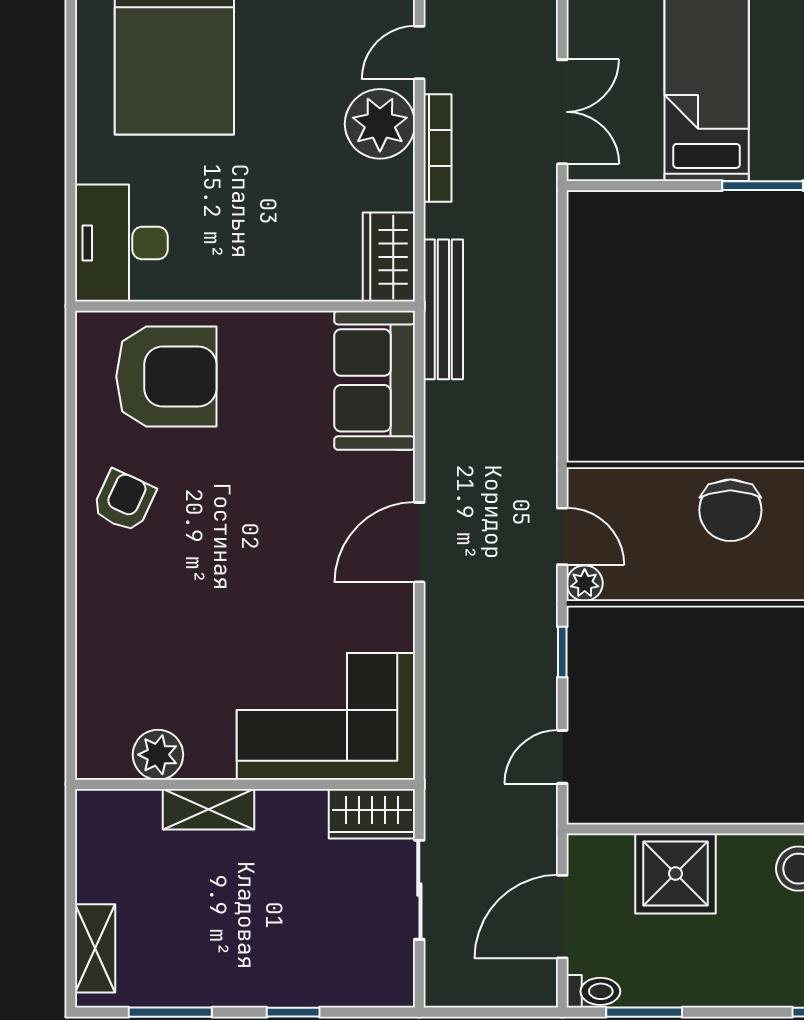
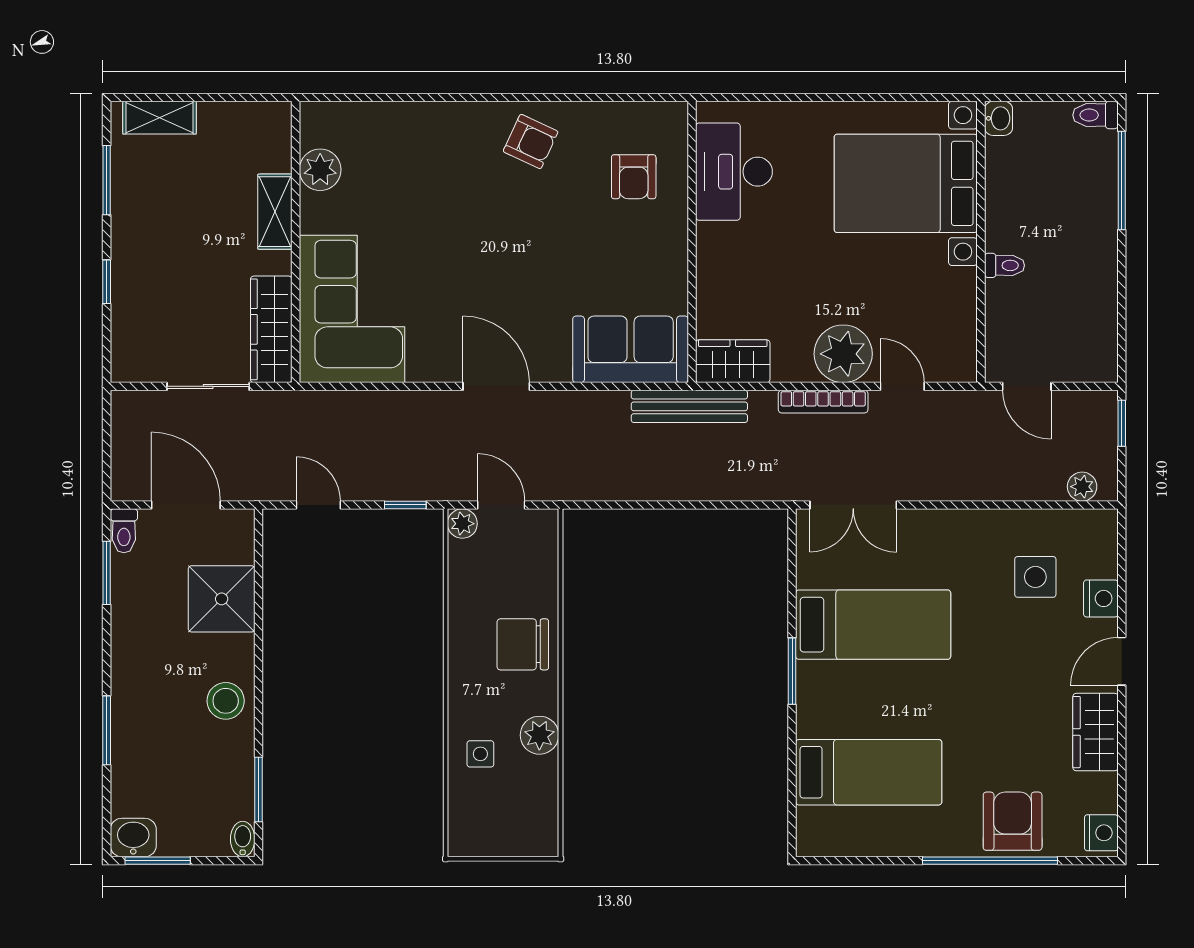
desk: (121, 243) -> (734, 172), moved, turned -90
armchair: (166, 377) -> (634, 177), width x0.53, depth x0.53
door: (562, 536) -> (501, 505), swing flipped
wardrobe: (372, 814) -> (271, 329), width x1.50

